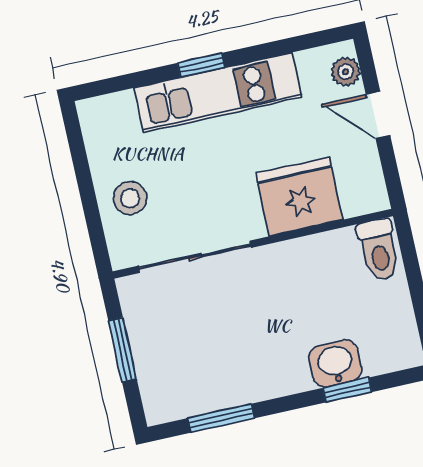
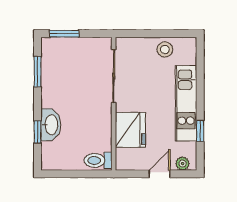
window: (201, 65) -> (200, 131), moved
stool: (130, 198) -> (165, 50), moved
window: (122, 350) -> (64, 34), moved
washbasin: (335, 363) -> (51, 125), width x1.38

